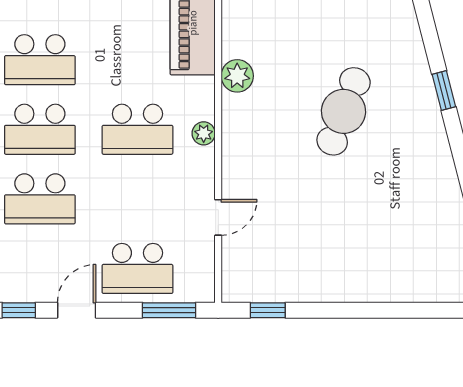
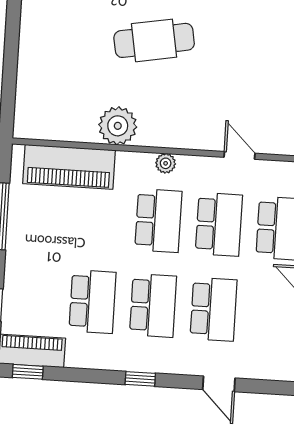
plant: (237, 76) -> (118, 126), width x1.36, depth x1.36
cafe table: (344, 111) -> (154, 40), turned -31
school desk: (137, 199) -> (219, 224), added

